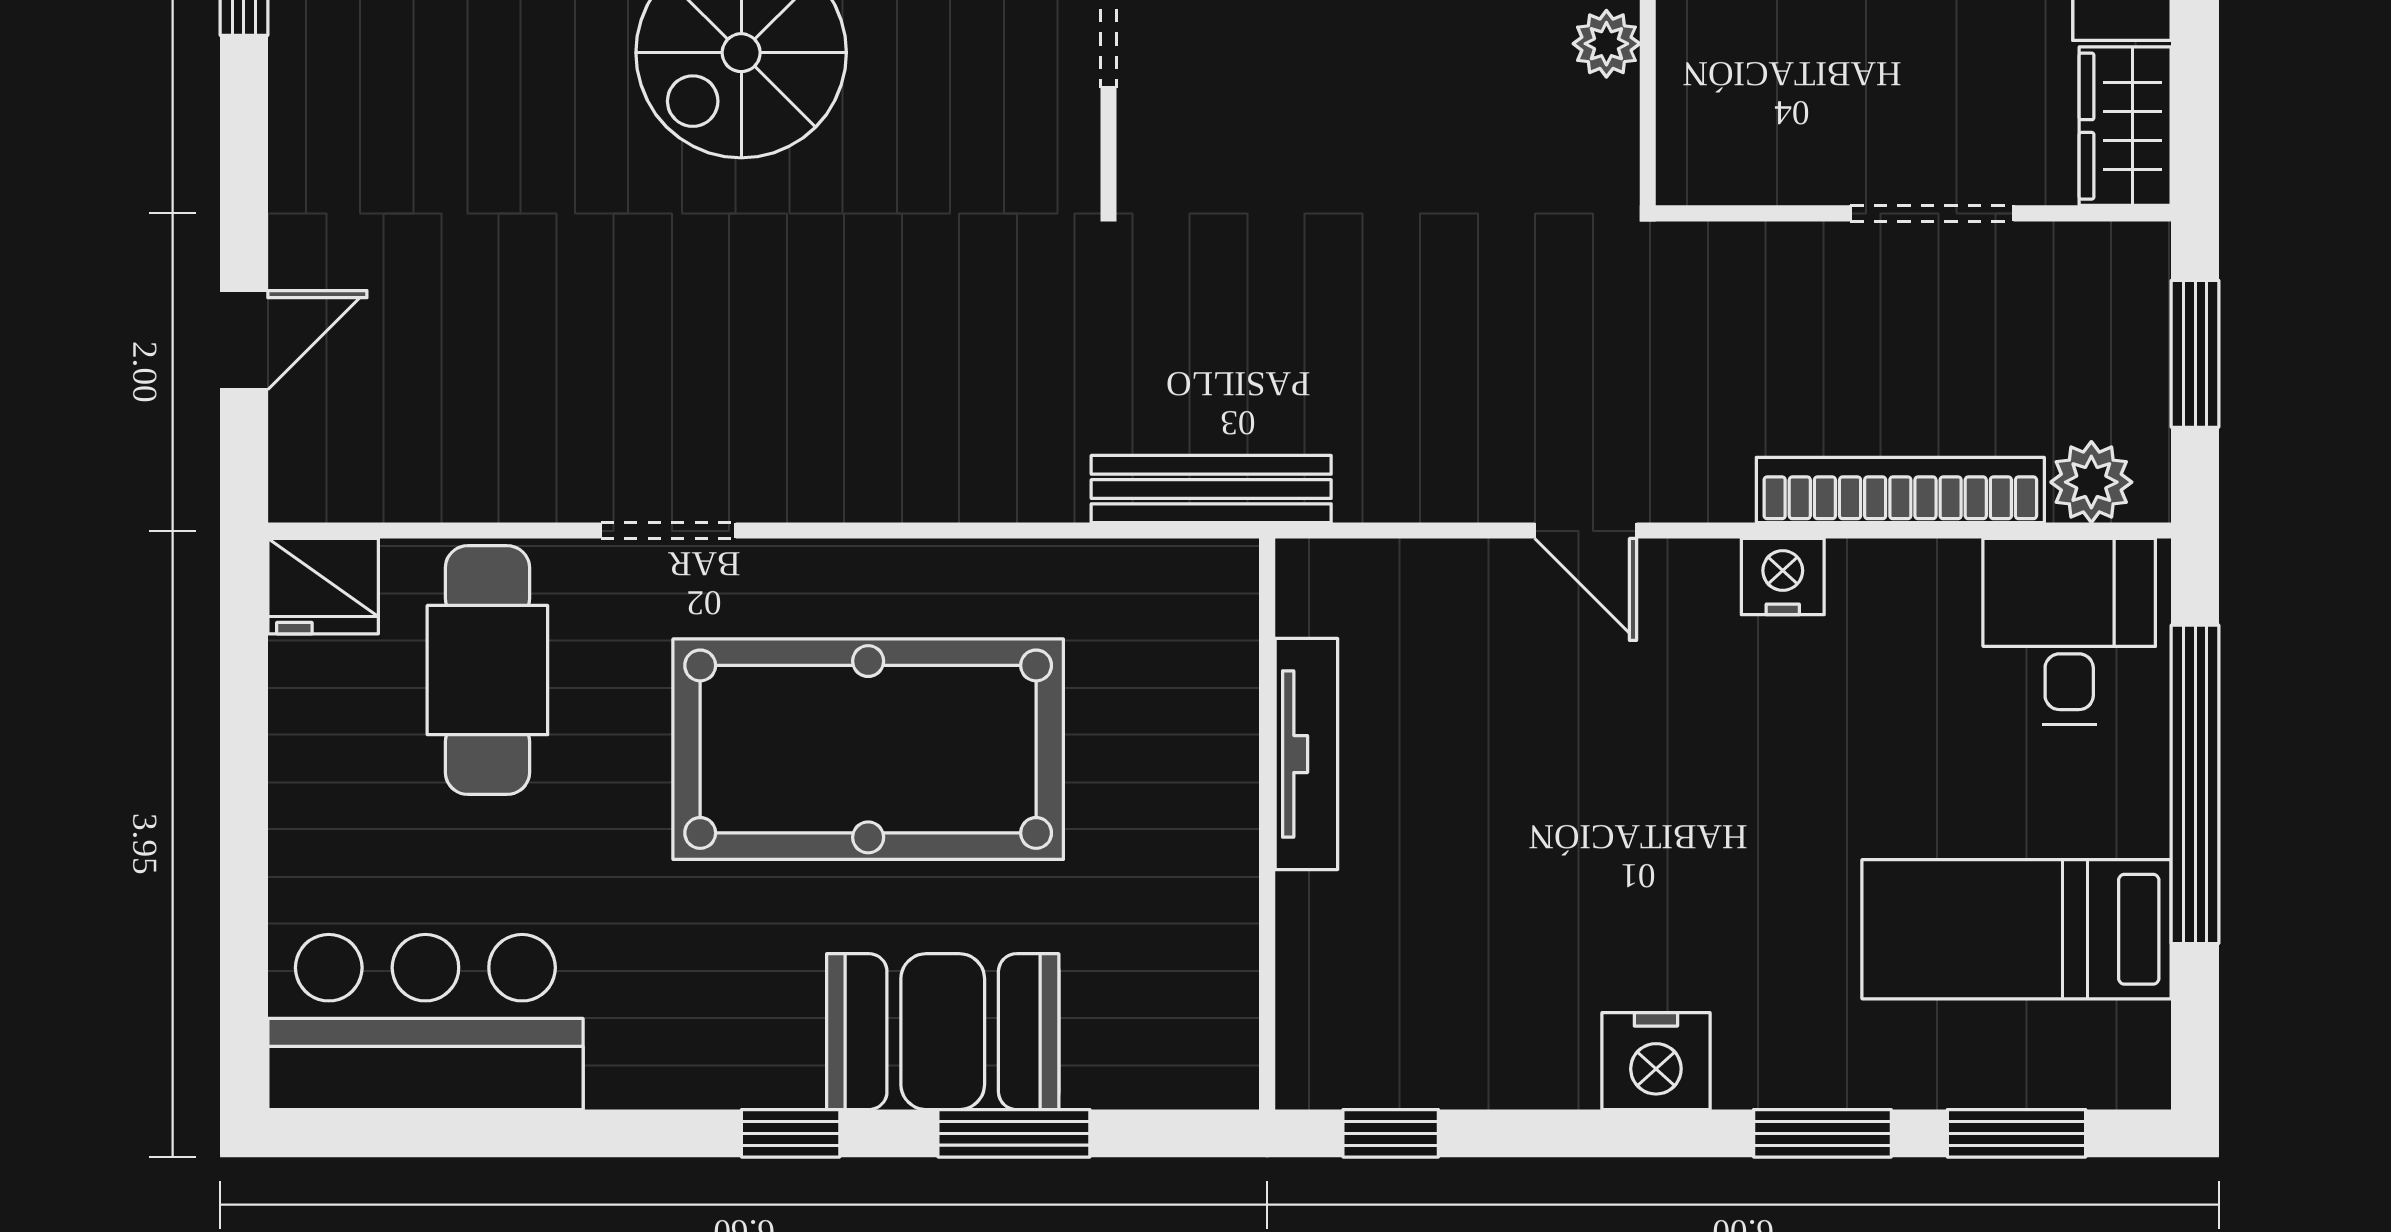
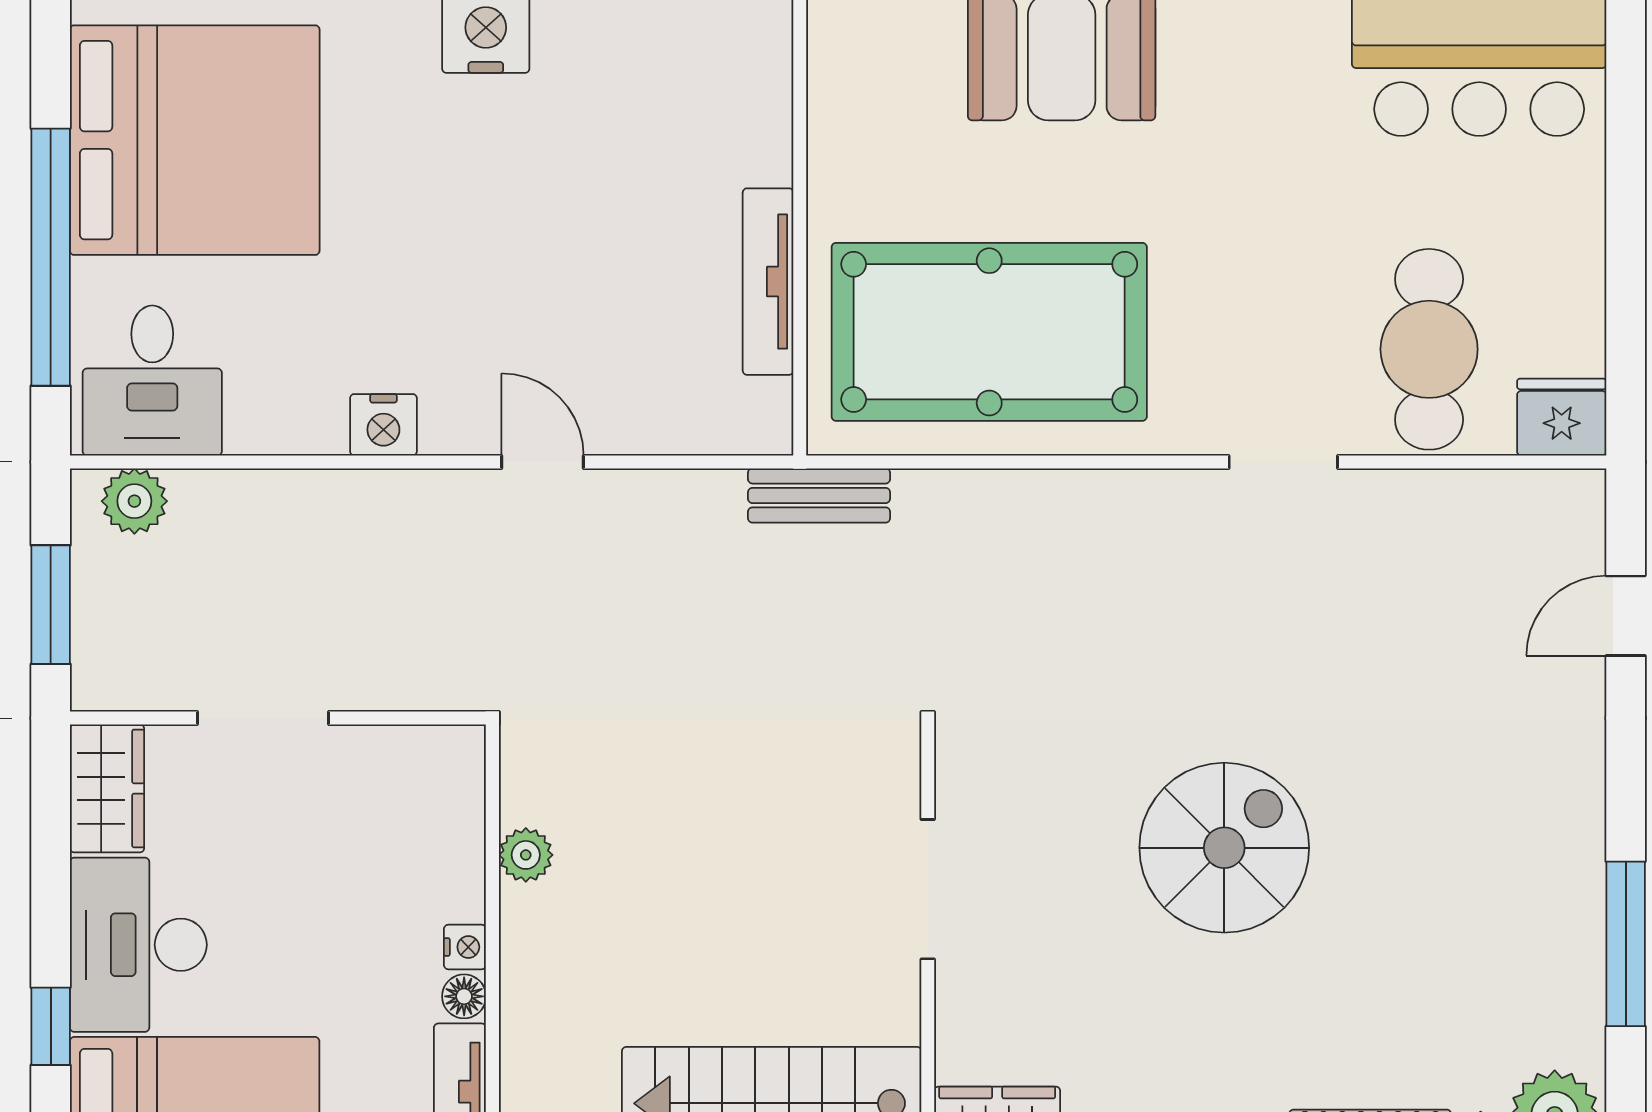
bench: (1211, 489) -> (819, 495), width x0.73
bookcase: (1900, 490) -> (289, 495), removed
pool table: (868, 749) -> (989, 332), moved
bed: (2017, 929) -> (195, 140), width x2.04

